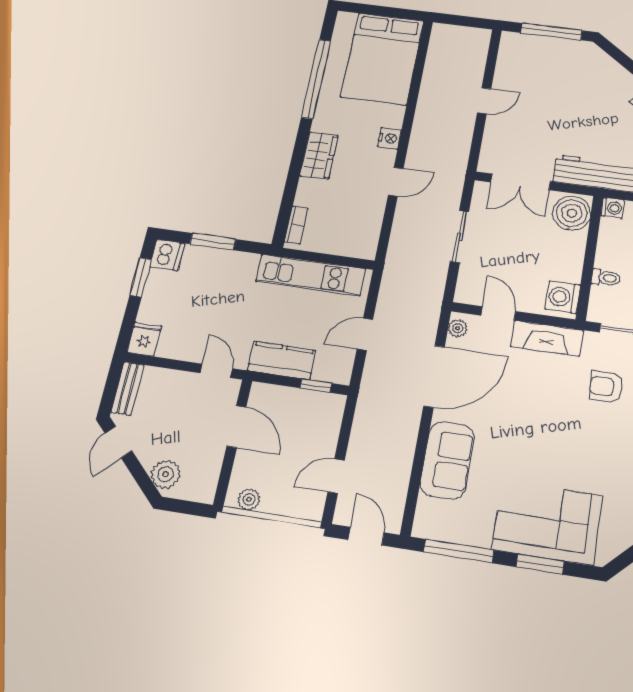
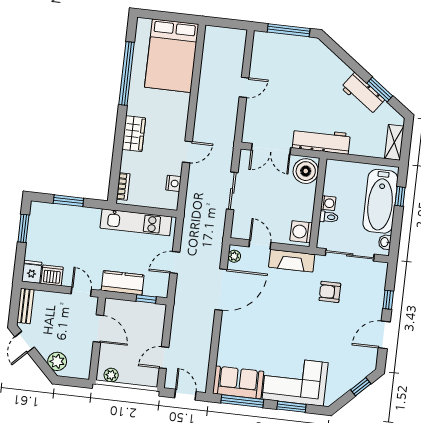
nightstand: (389, 138) -> (173, 183), moved
washing machine: (612, 208) -> (328, 203), moved
dishwasher: (167, 255) -> (52, 275), moved, turned -90
sofa: (447, 460) -> (238, 382), moved, turned -90

